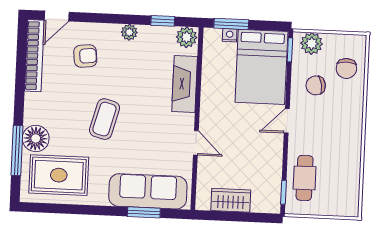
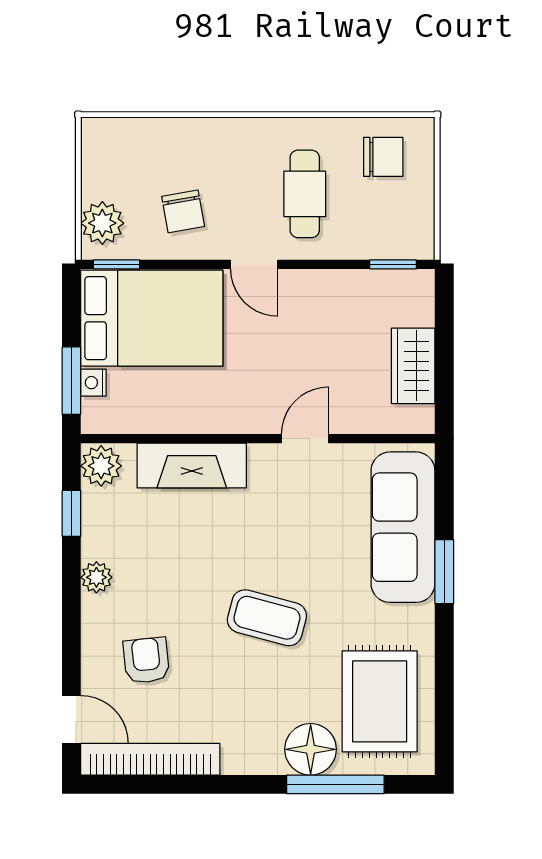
chair: (346, 68) -> (383, 157), moved
cafe table: (305, 178) -> (305, 194), moved, turned 90
window: (144, 212) -> (444, 572), moved

